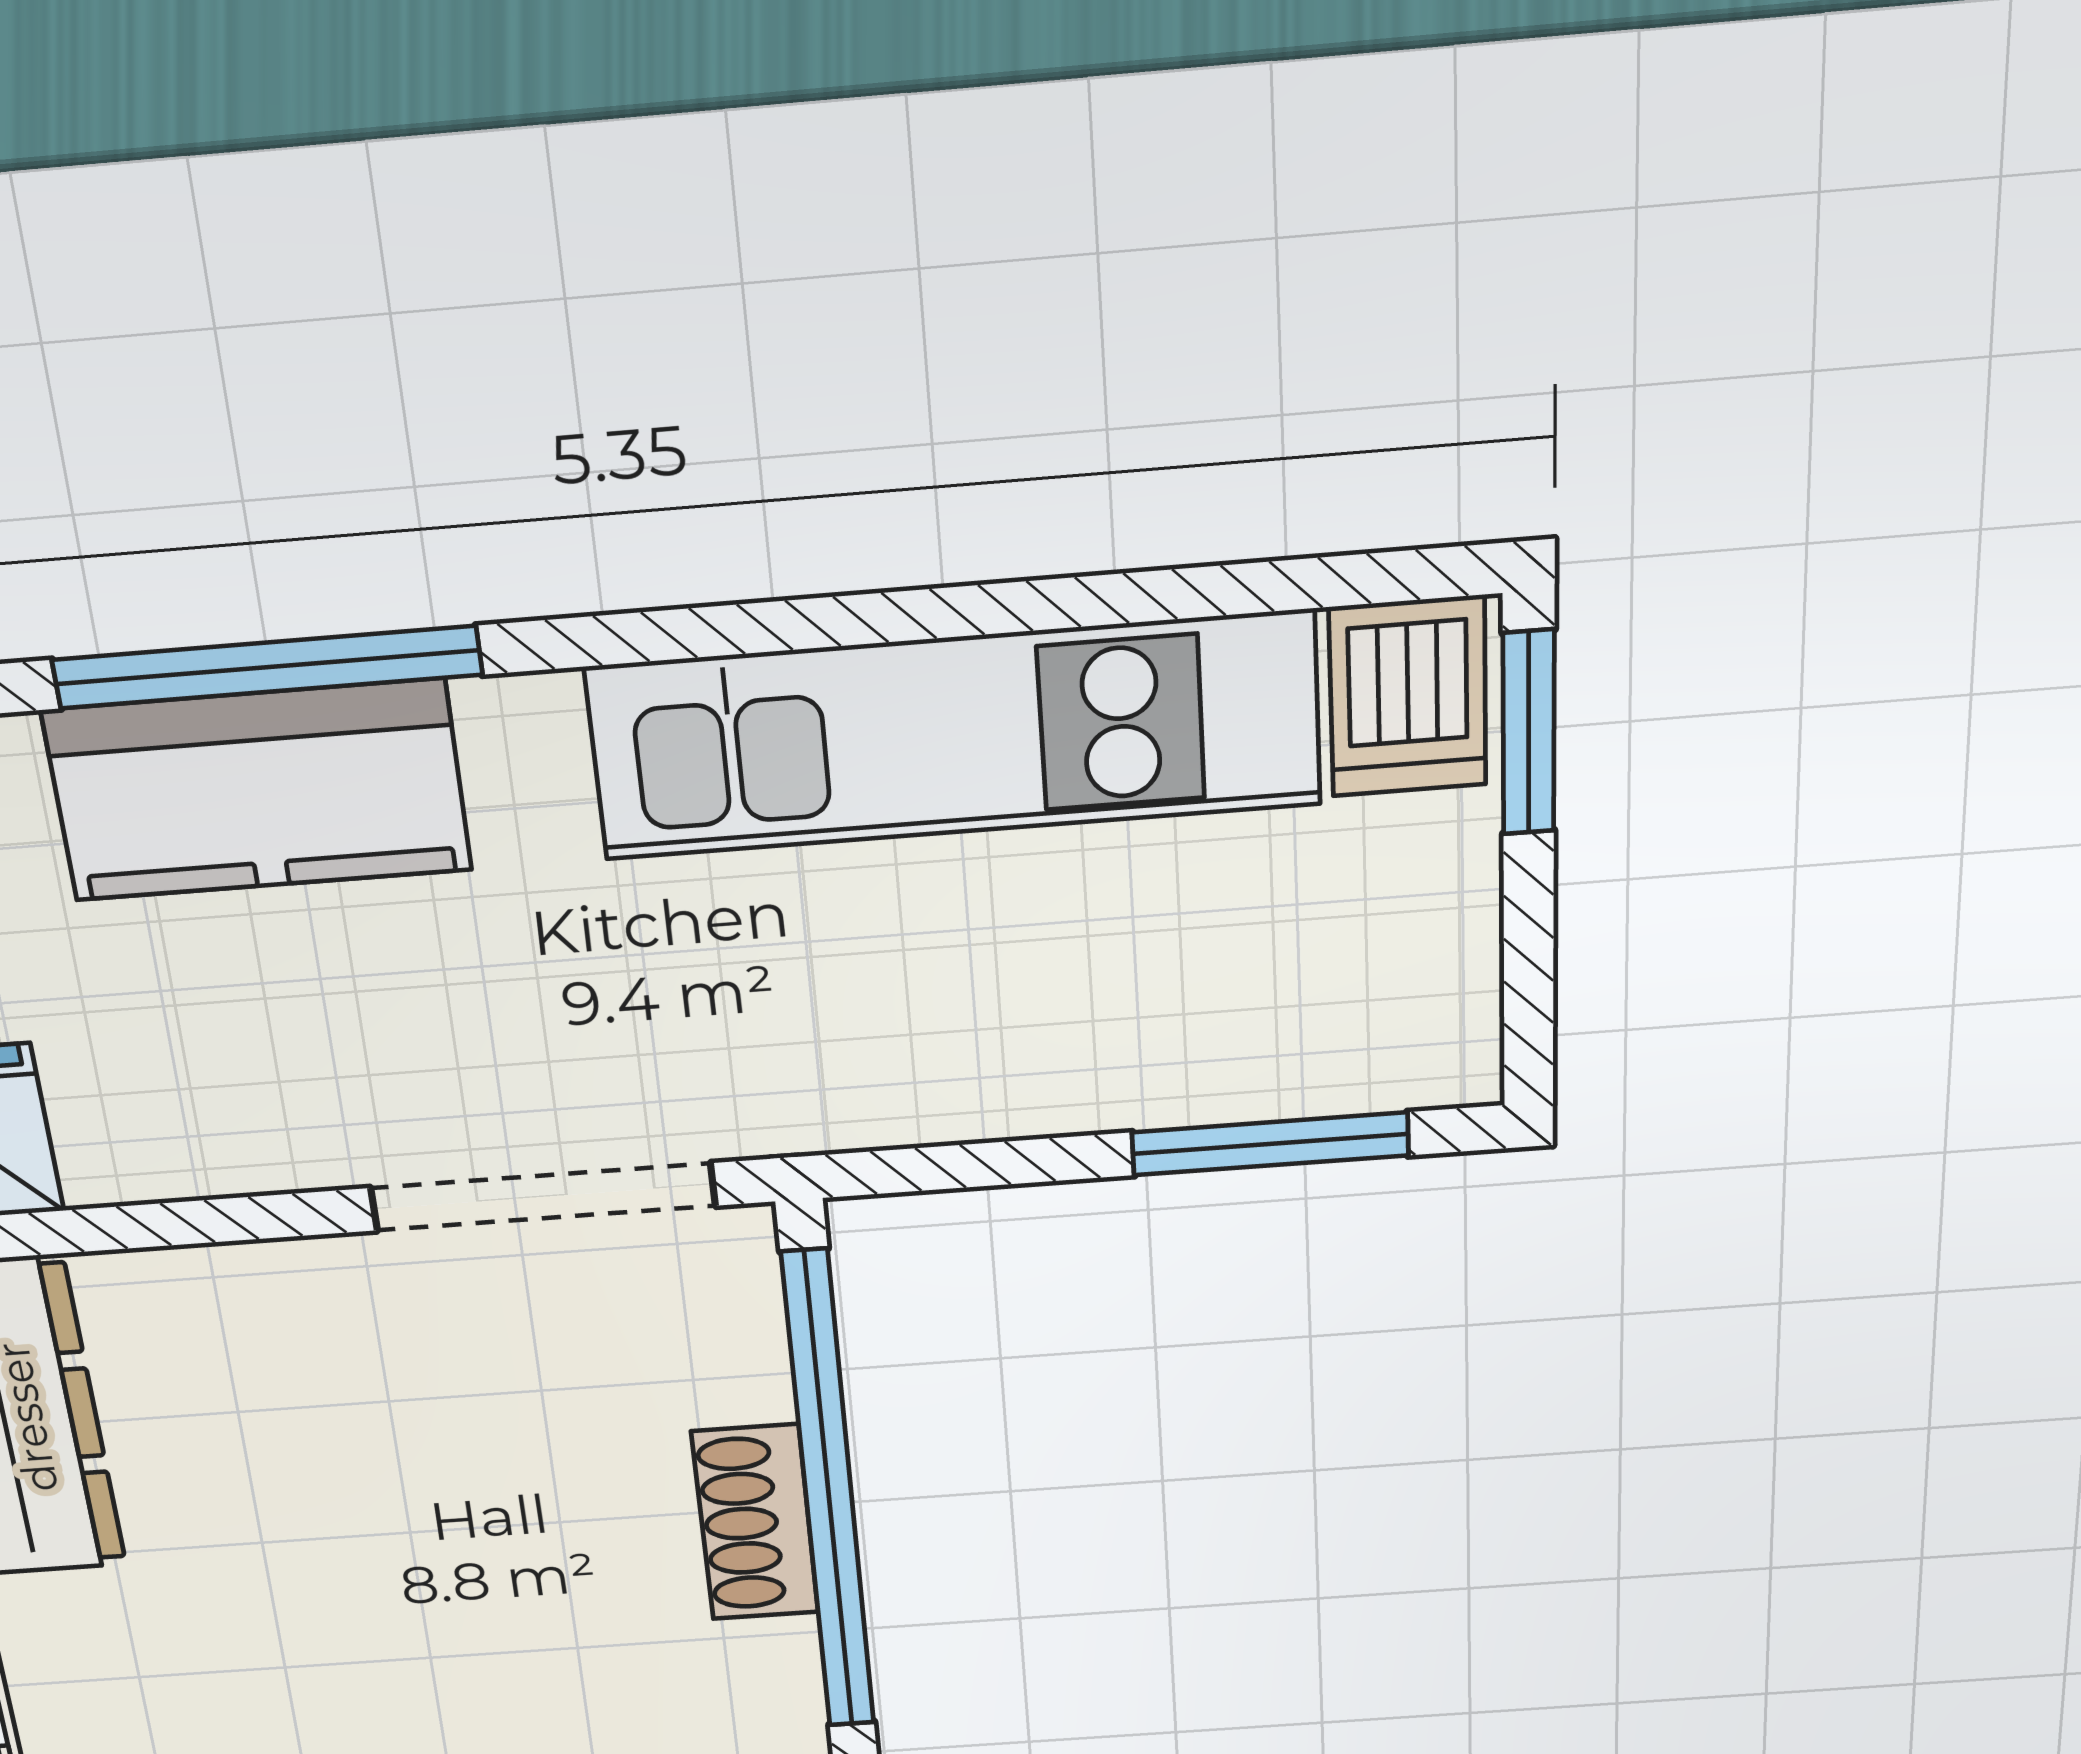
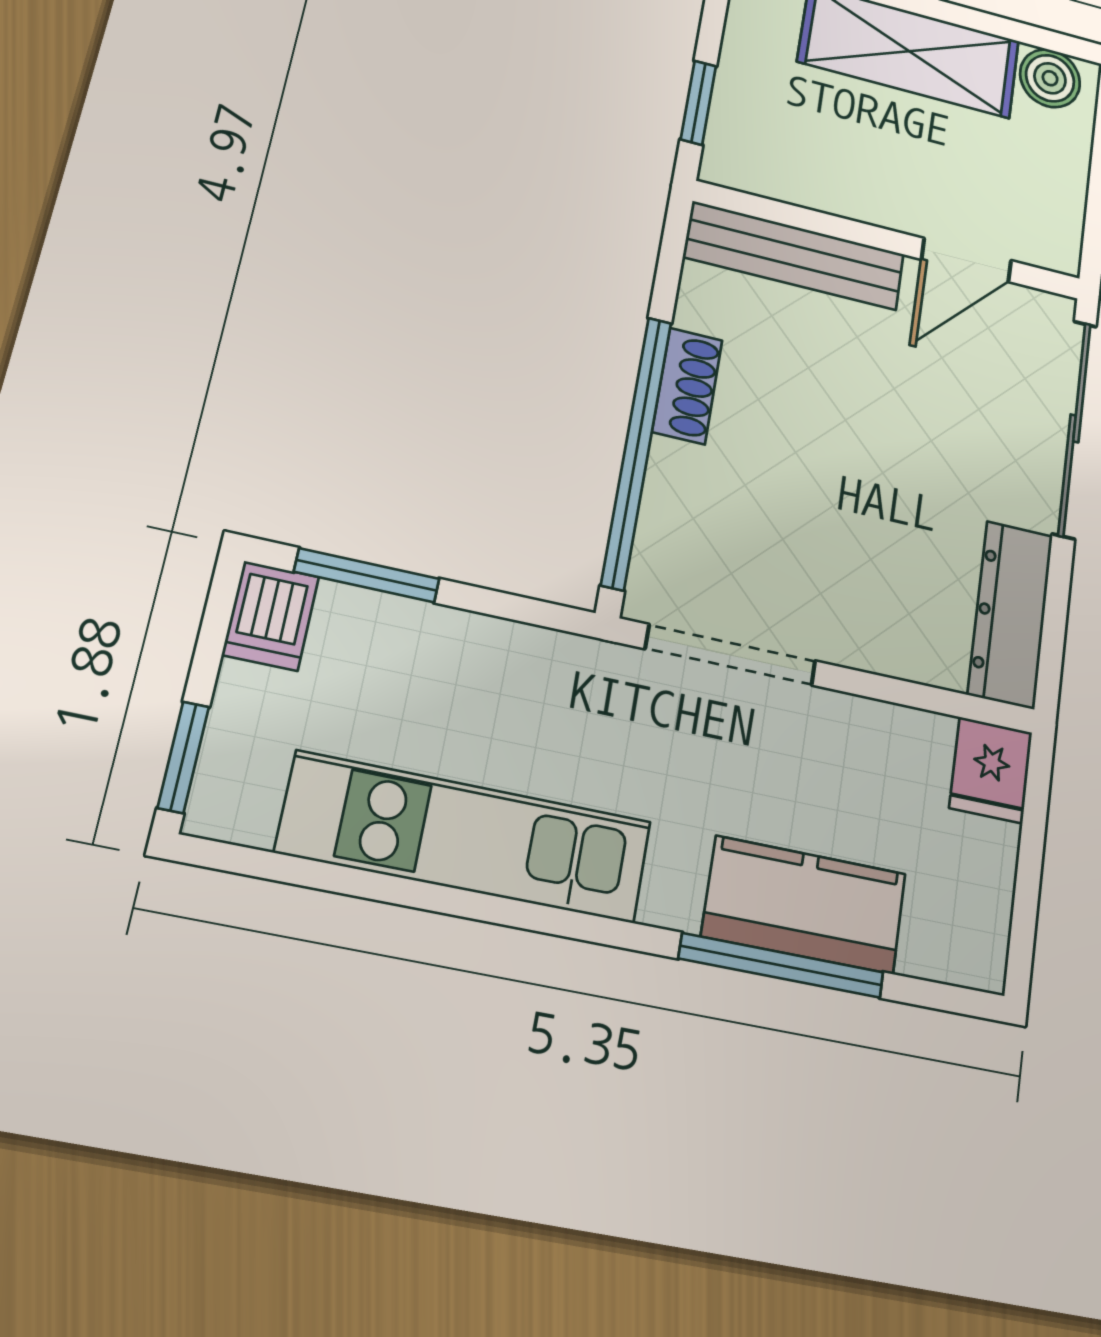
dishwasher: (1408, 696) -> (271, 616), moved, turned 180
shoe rack: (755, 1523) -> (687, 386), moved

